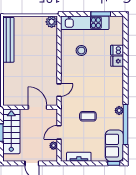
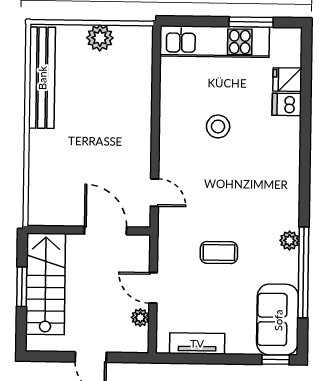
plant: (52, 22) -> (100, 38), moved
stool: (81, 51) -> (218, 126), moved
fridge: (117, 61) -> (287, 80), moved
door: (59, 90) -> (154, 193), hinge flipped
door: (59, 132) -> (153, 288), hinge flipped

